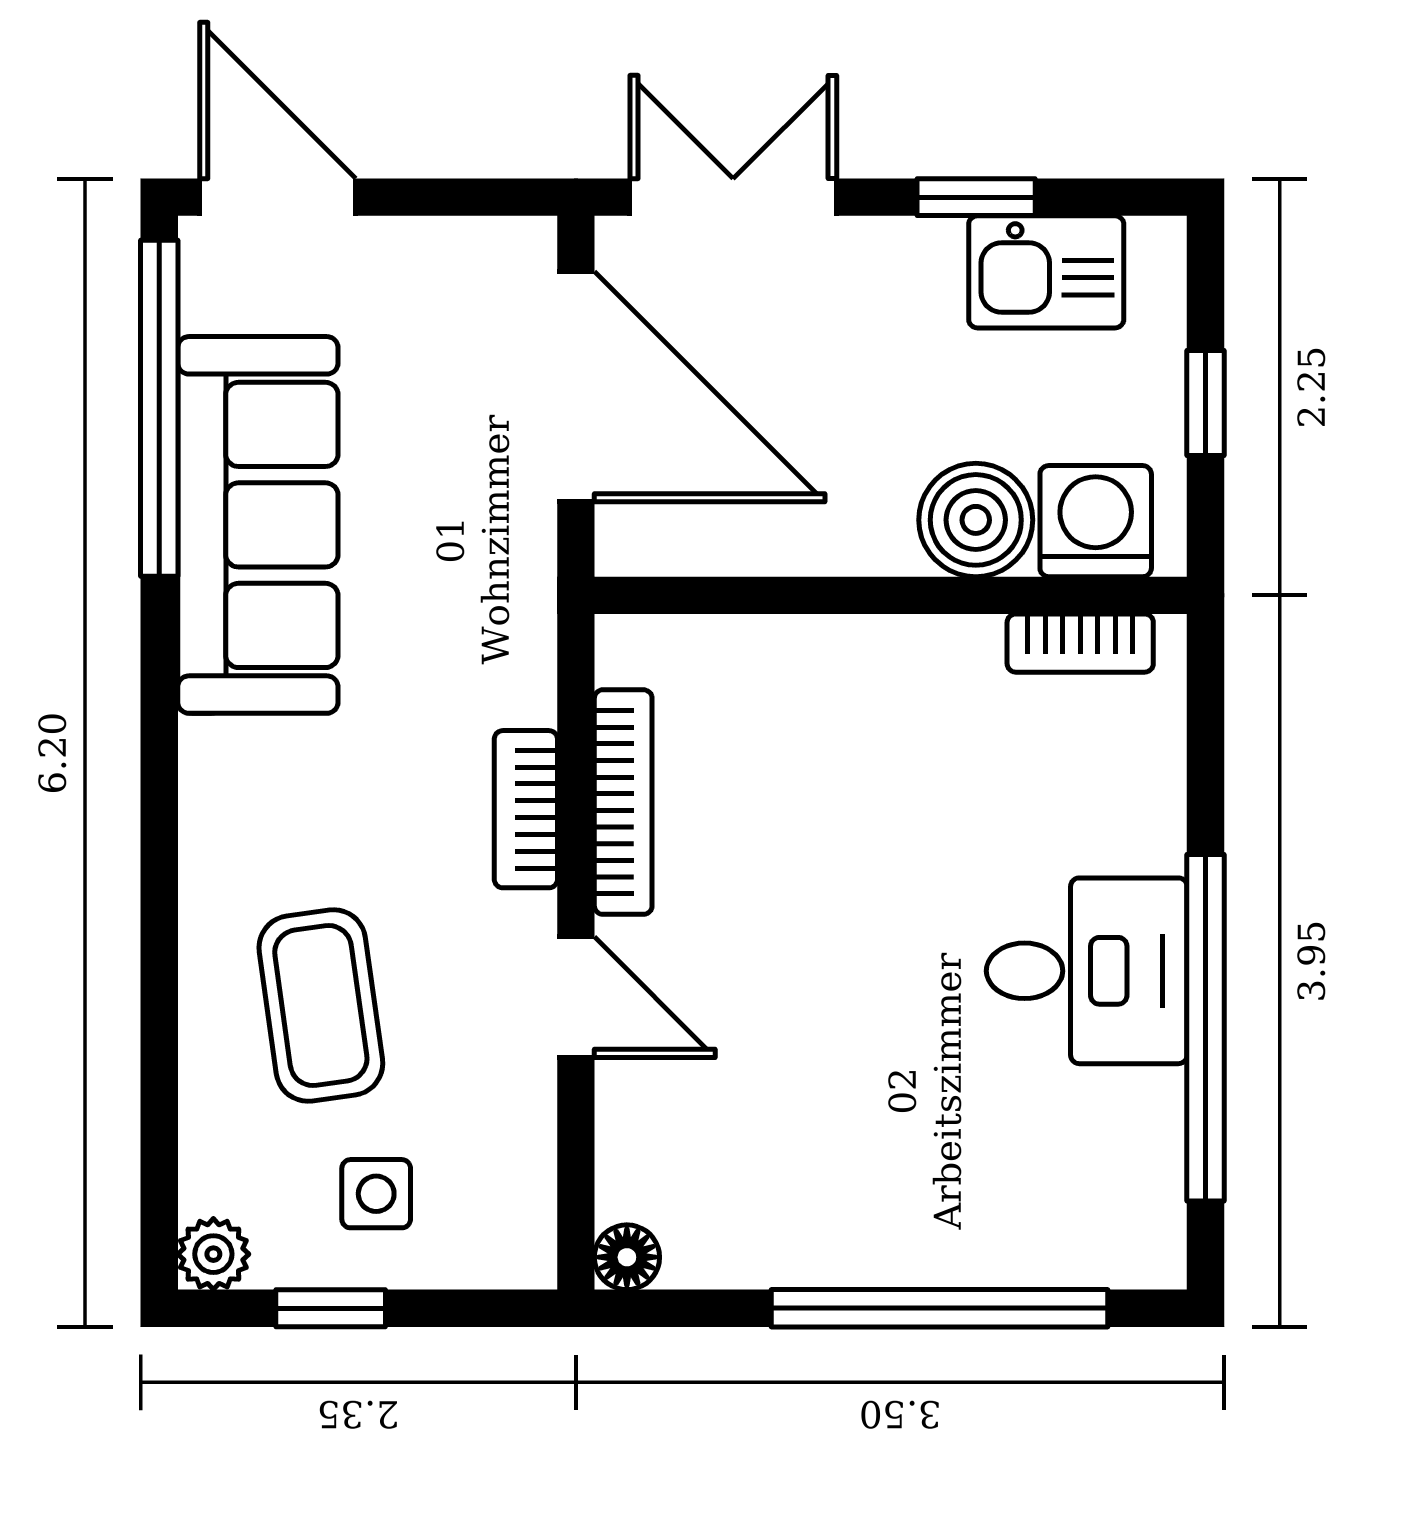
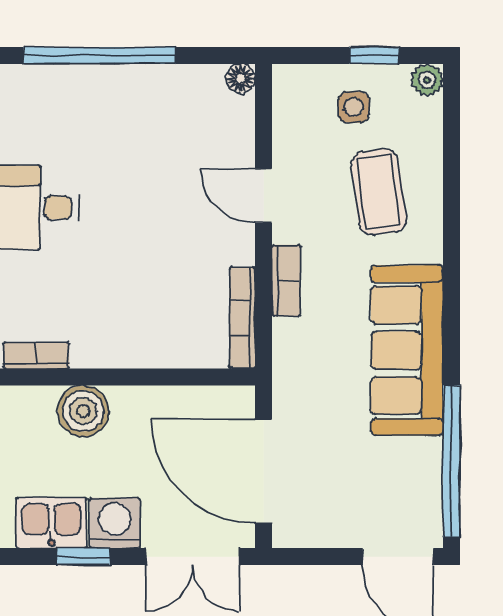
washing machine: (1096, 521) -> (115, 523), moved, turned 180
sofa: (258, 525) -> (407, 350), moved
bookcase: (623, 802) -> (242, 318), moved

